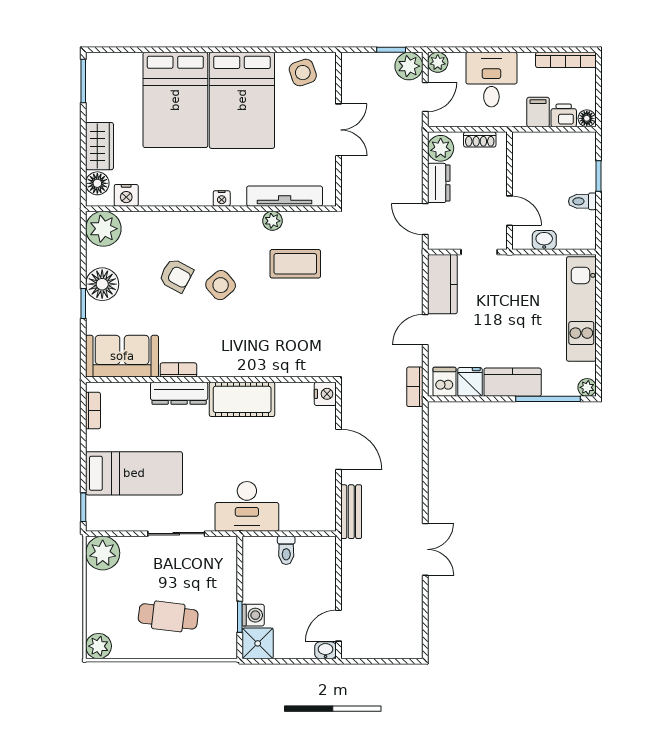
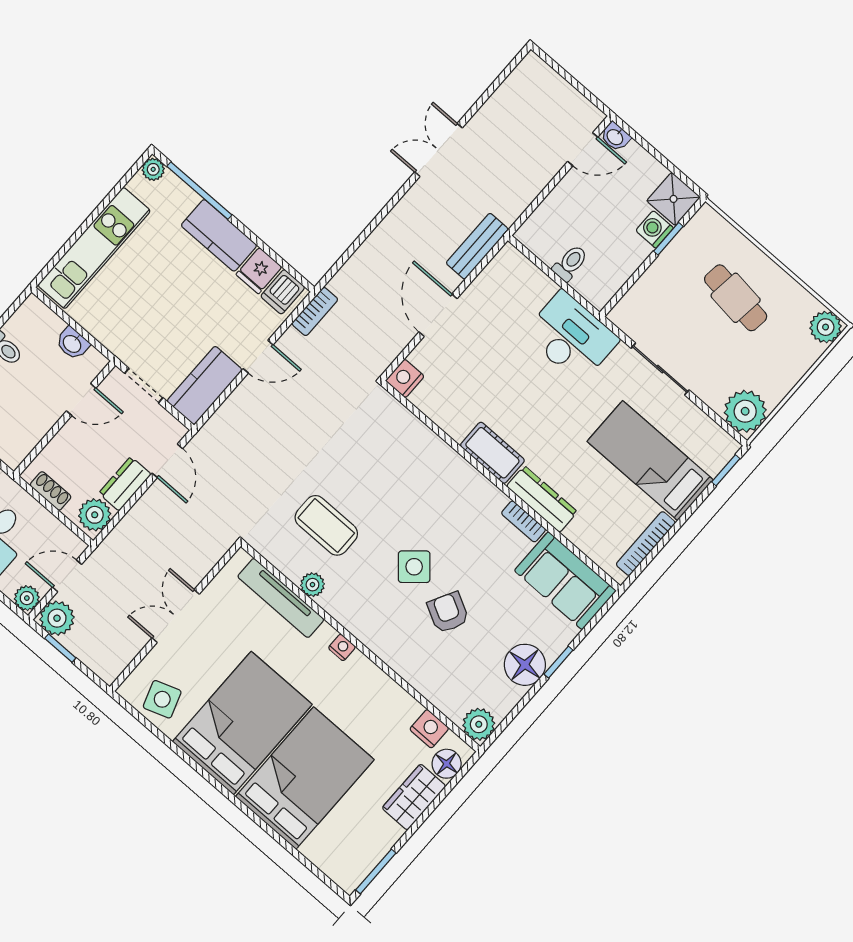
door: (509, 211) -> (81, 399), swing flipped
plant: (103, 229) -> (479, 724), width x0.73, depth x0.73
cot: (242, 399) -> (492, 453), width x0.73, depth x0.75
bookcase: (93, 411) -> (646, 544), width x1.56

